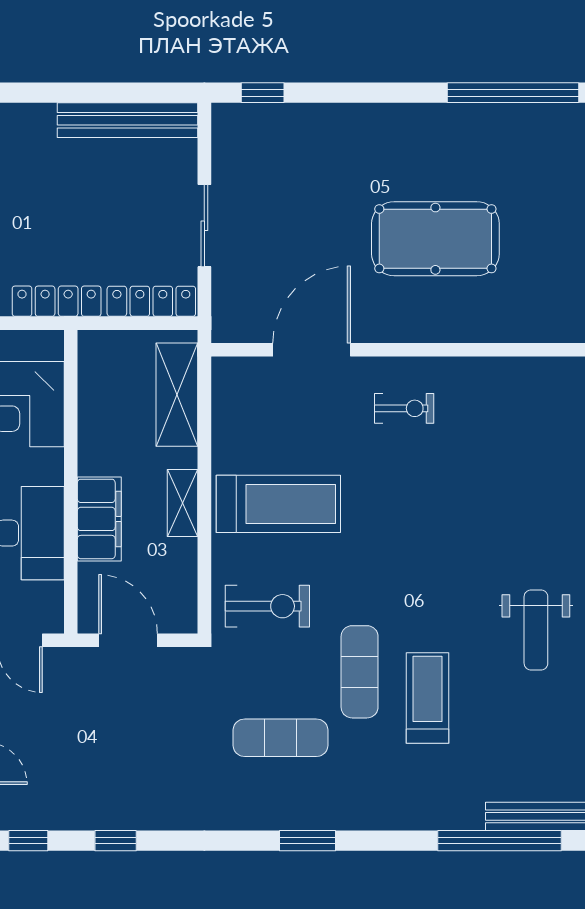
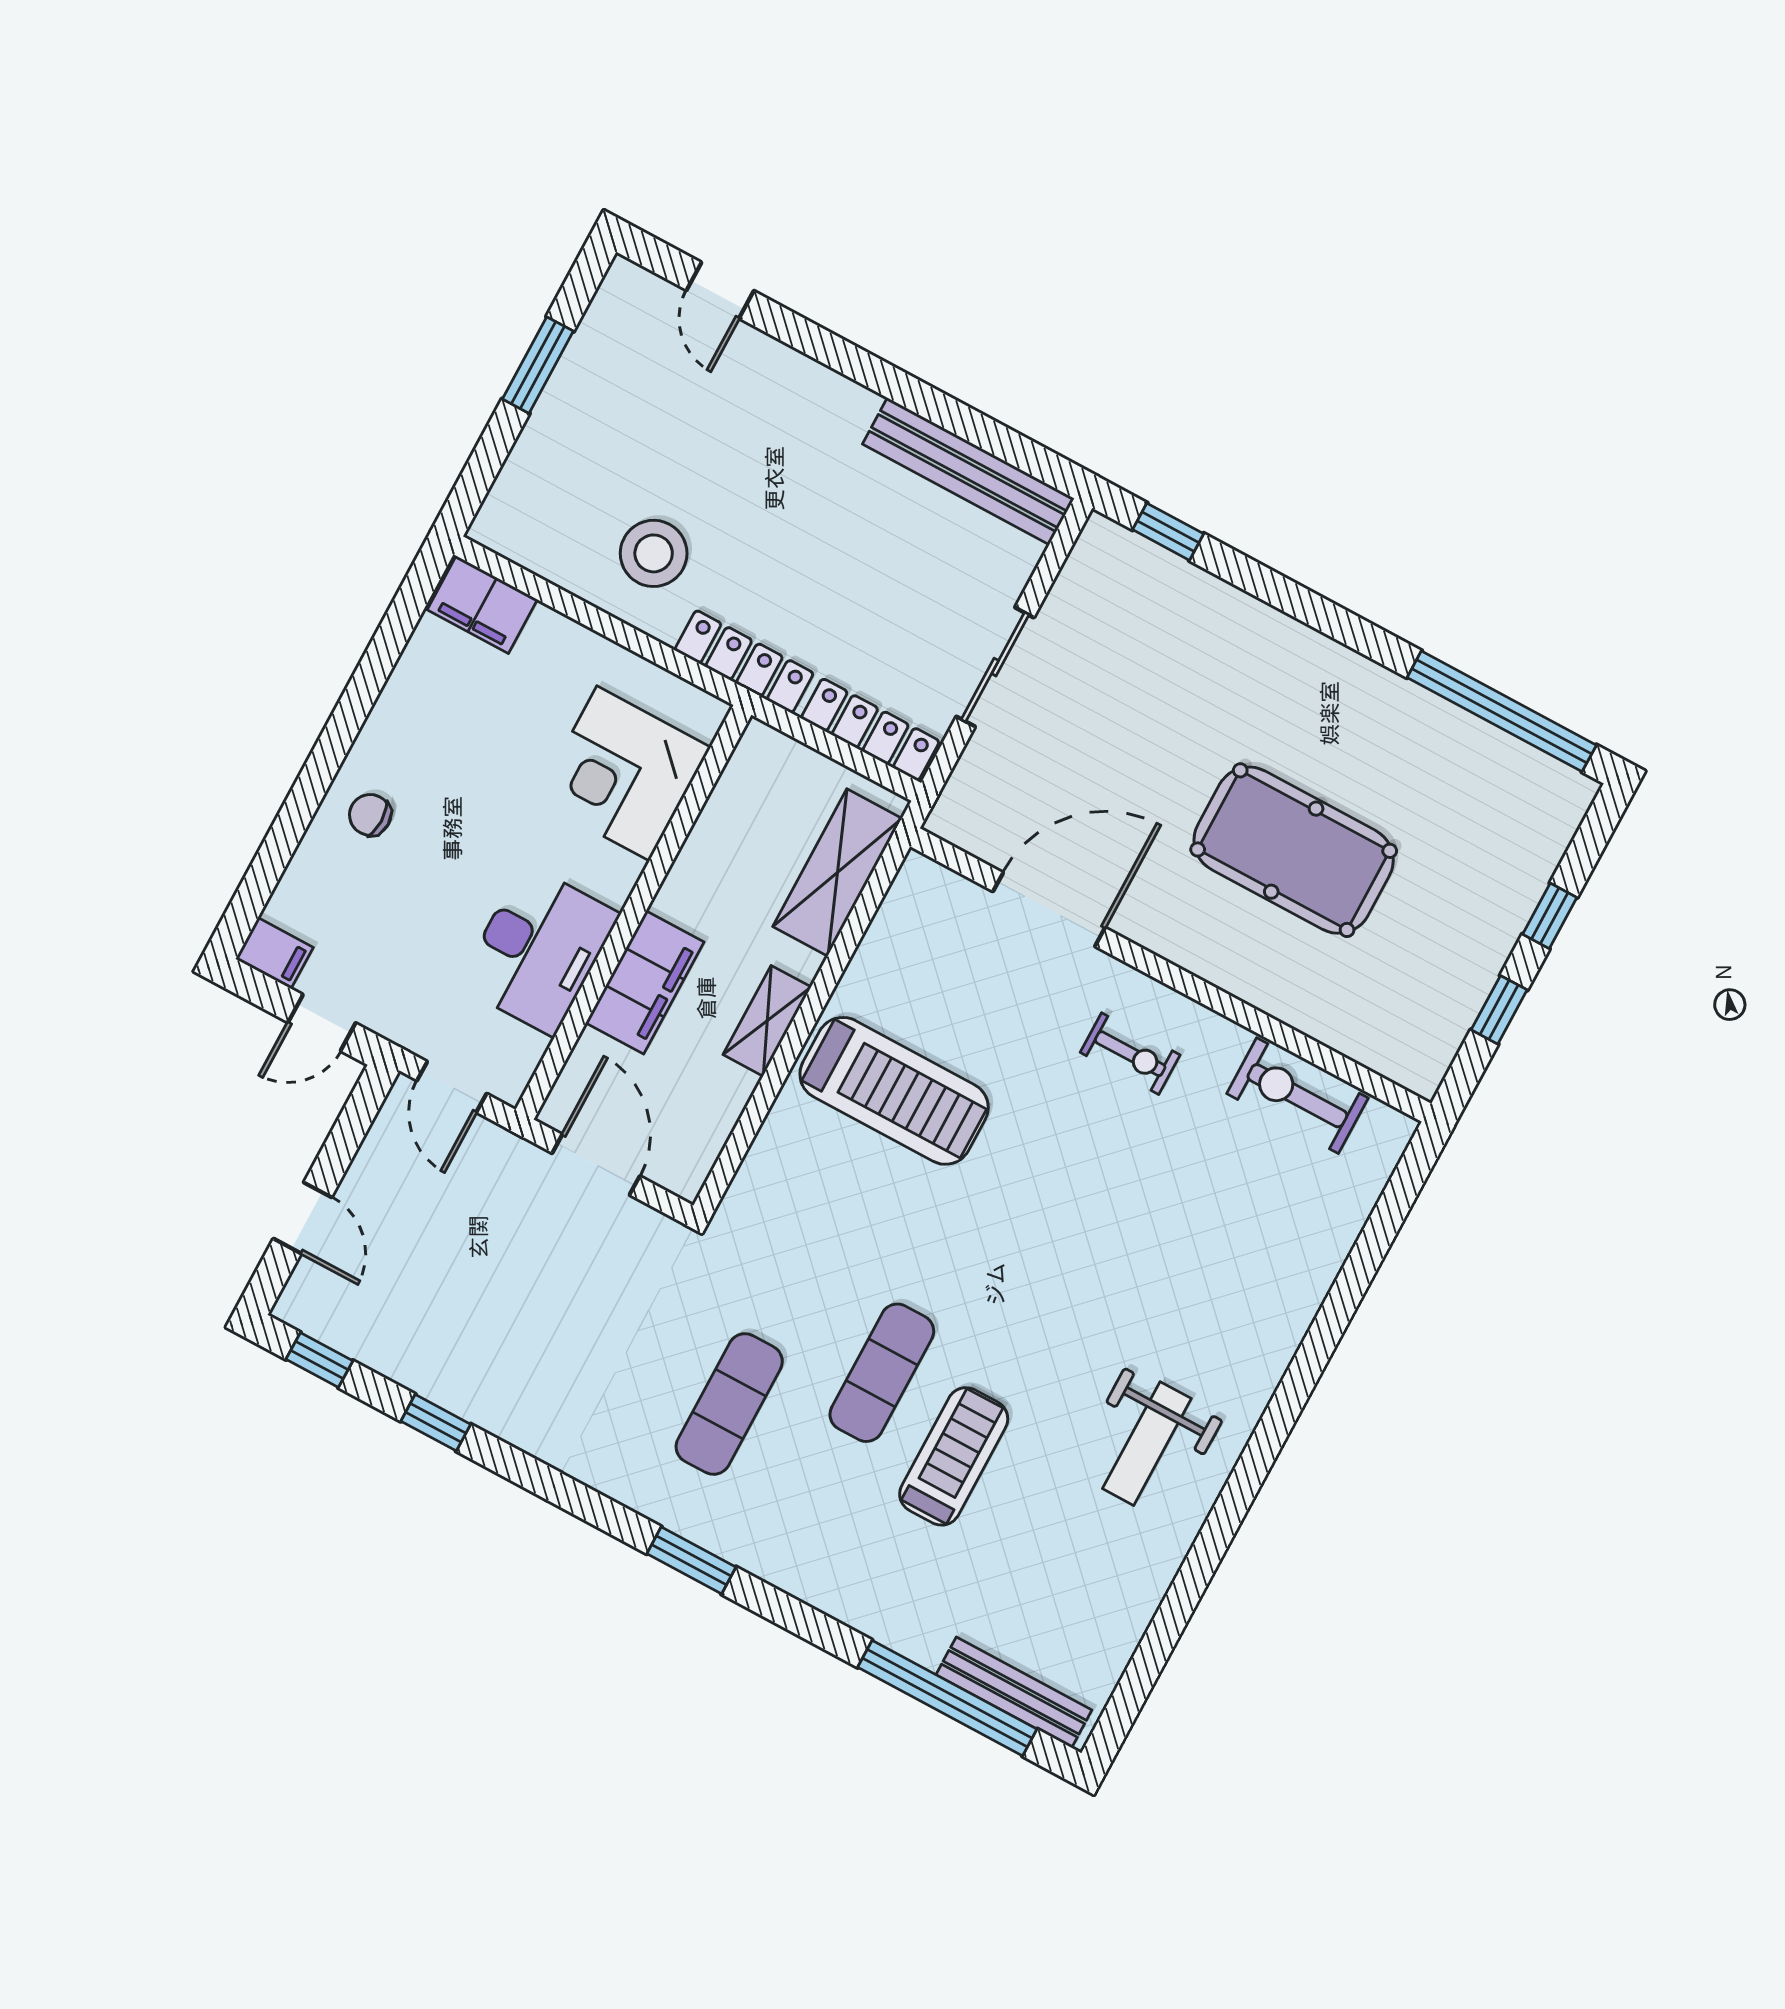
exercise bike: (267, 606) -> (1297, 1096), moved, turned 180
exercise mat: (281, 738) -> (729, 1404), turned 90

